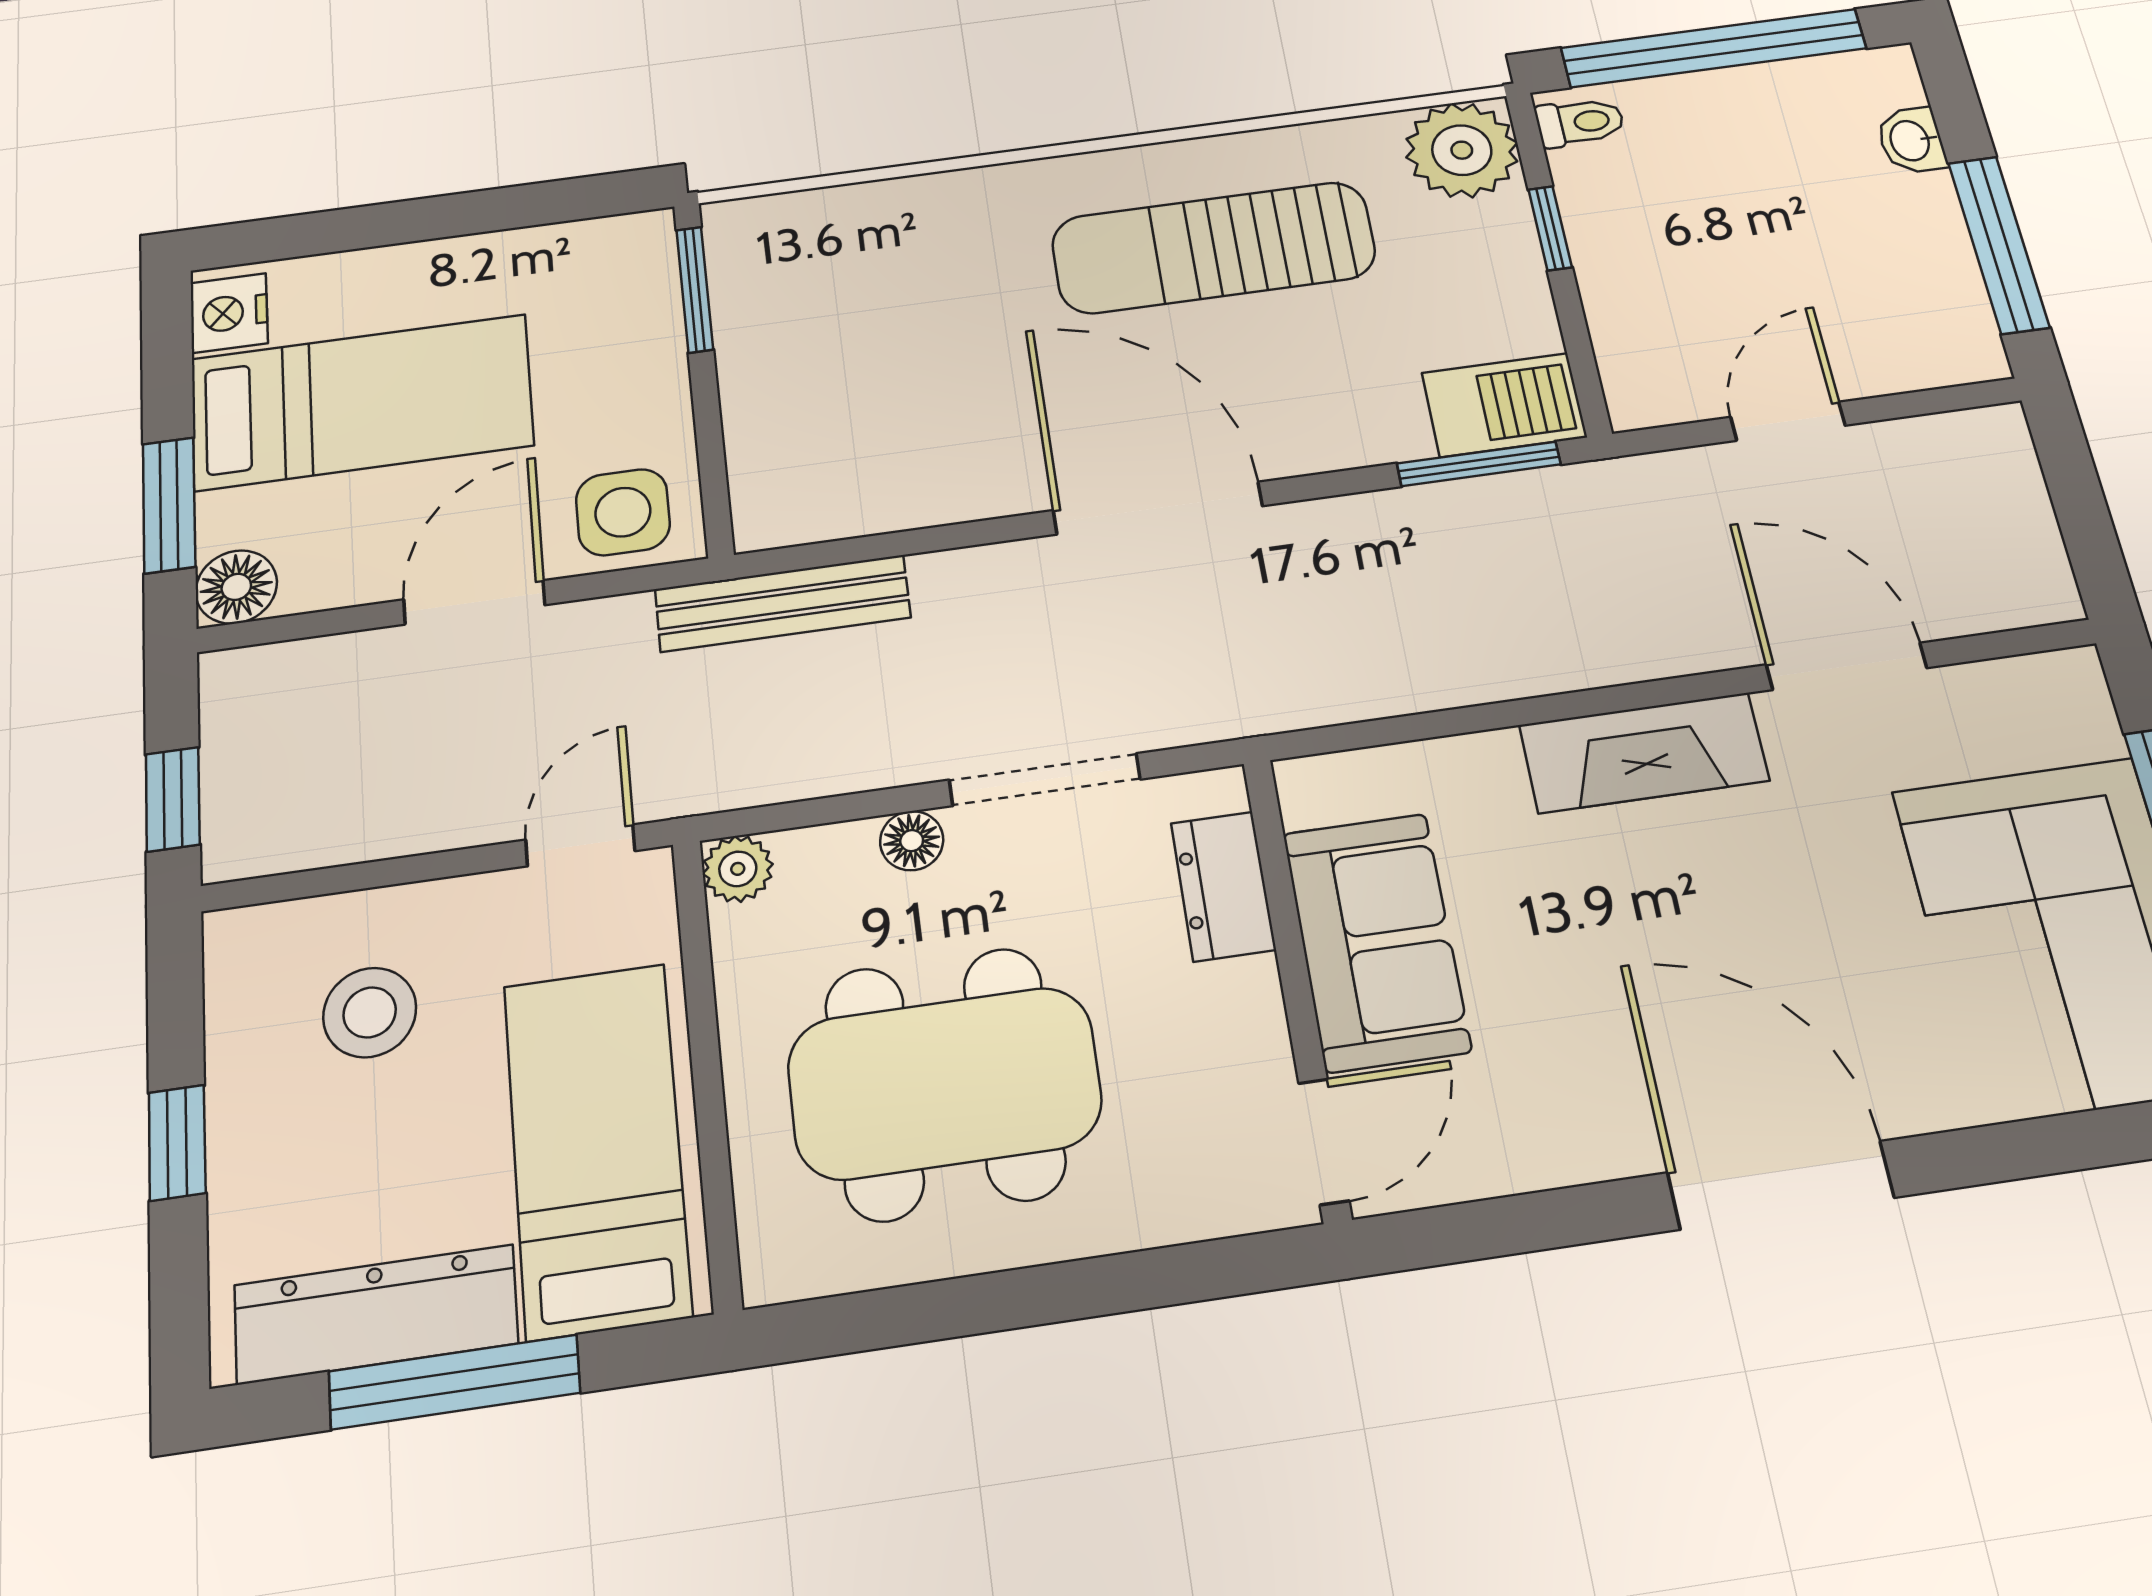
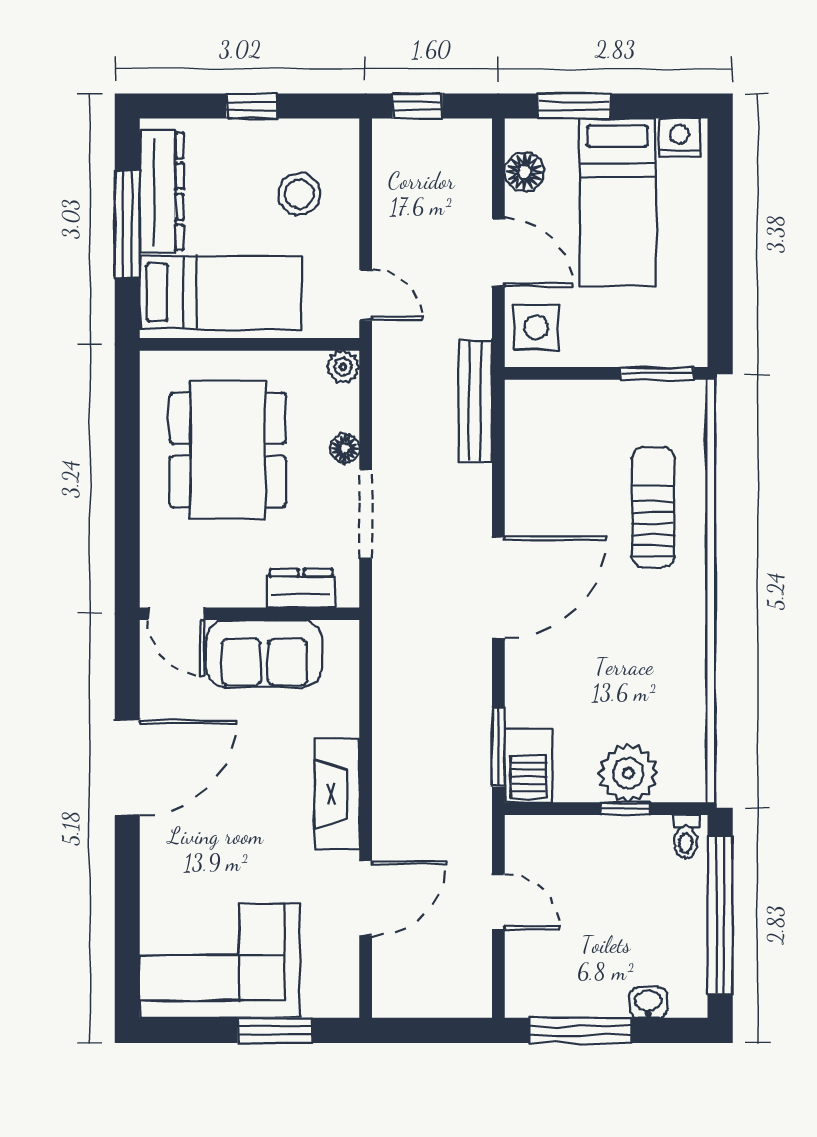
plant: (1462, 150) -> (628, 773), moved
sun lounger: (1213, 248) -> (653, 507), moved, width x0.73, depth x0.75
floor lamp: (236, 587) -> (524, 172), moved
door: (1781, 1185) -> (127, 768), moved

